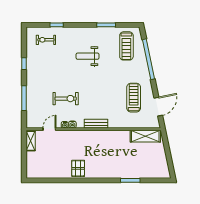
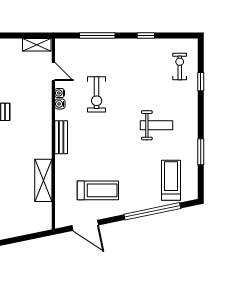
treadmill: (126, 46) -> (171, 180), turned 90
weight bench: (88, 56) -> (157, 125), turned 90
shelving: (145, 136) -> (43, 180), moved

